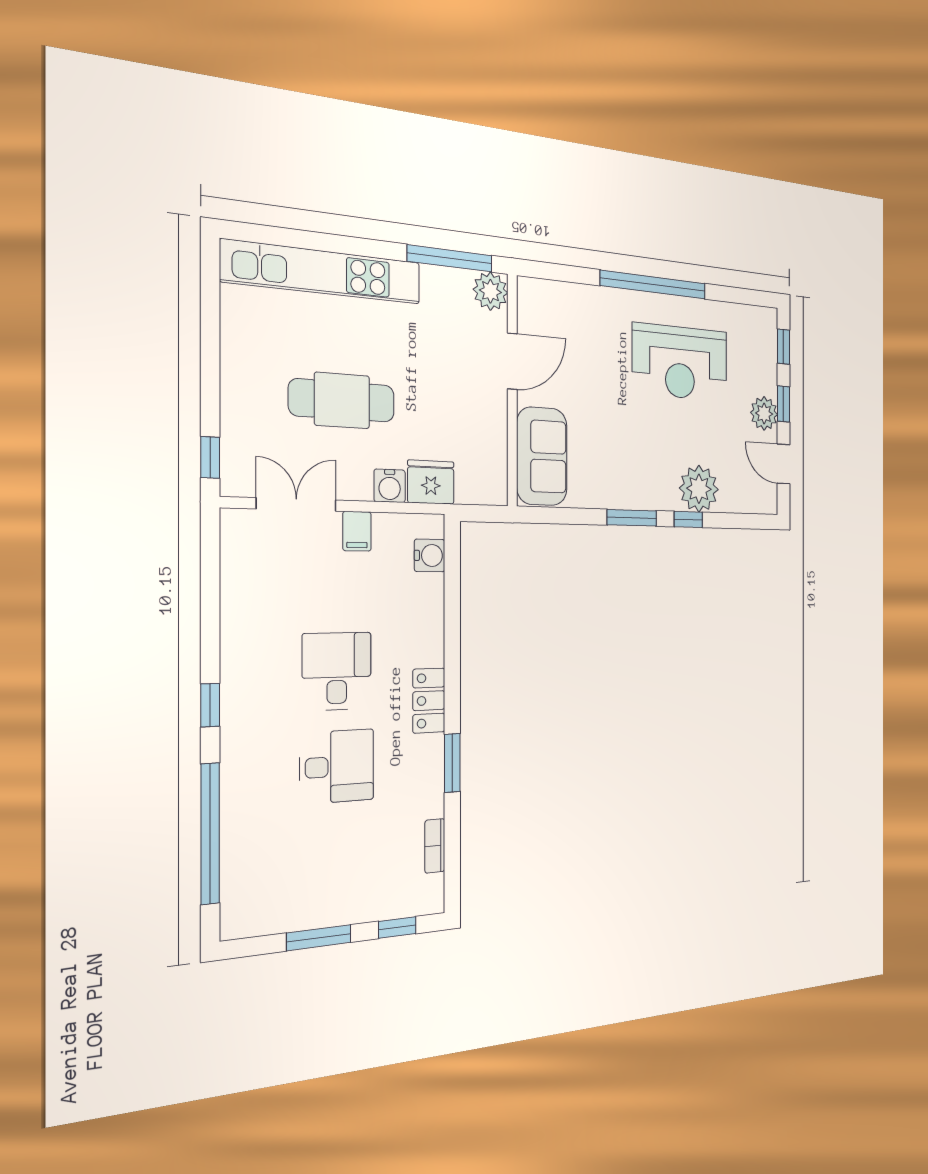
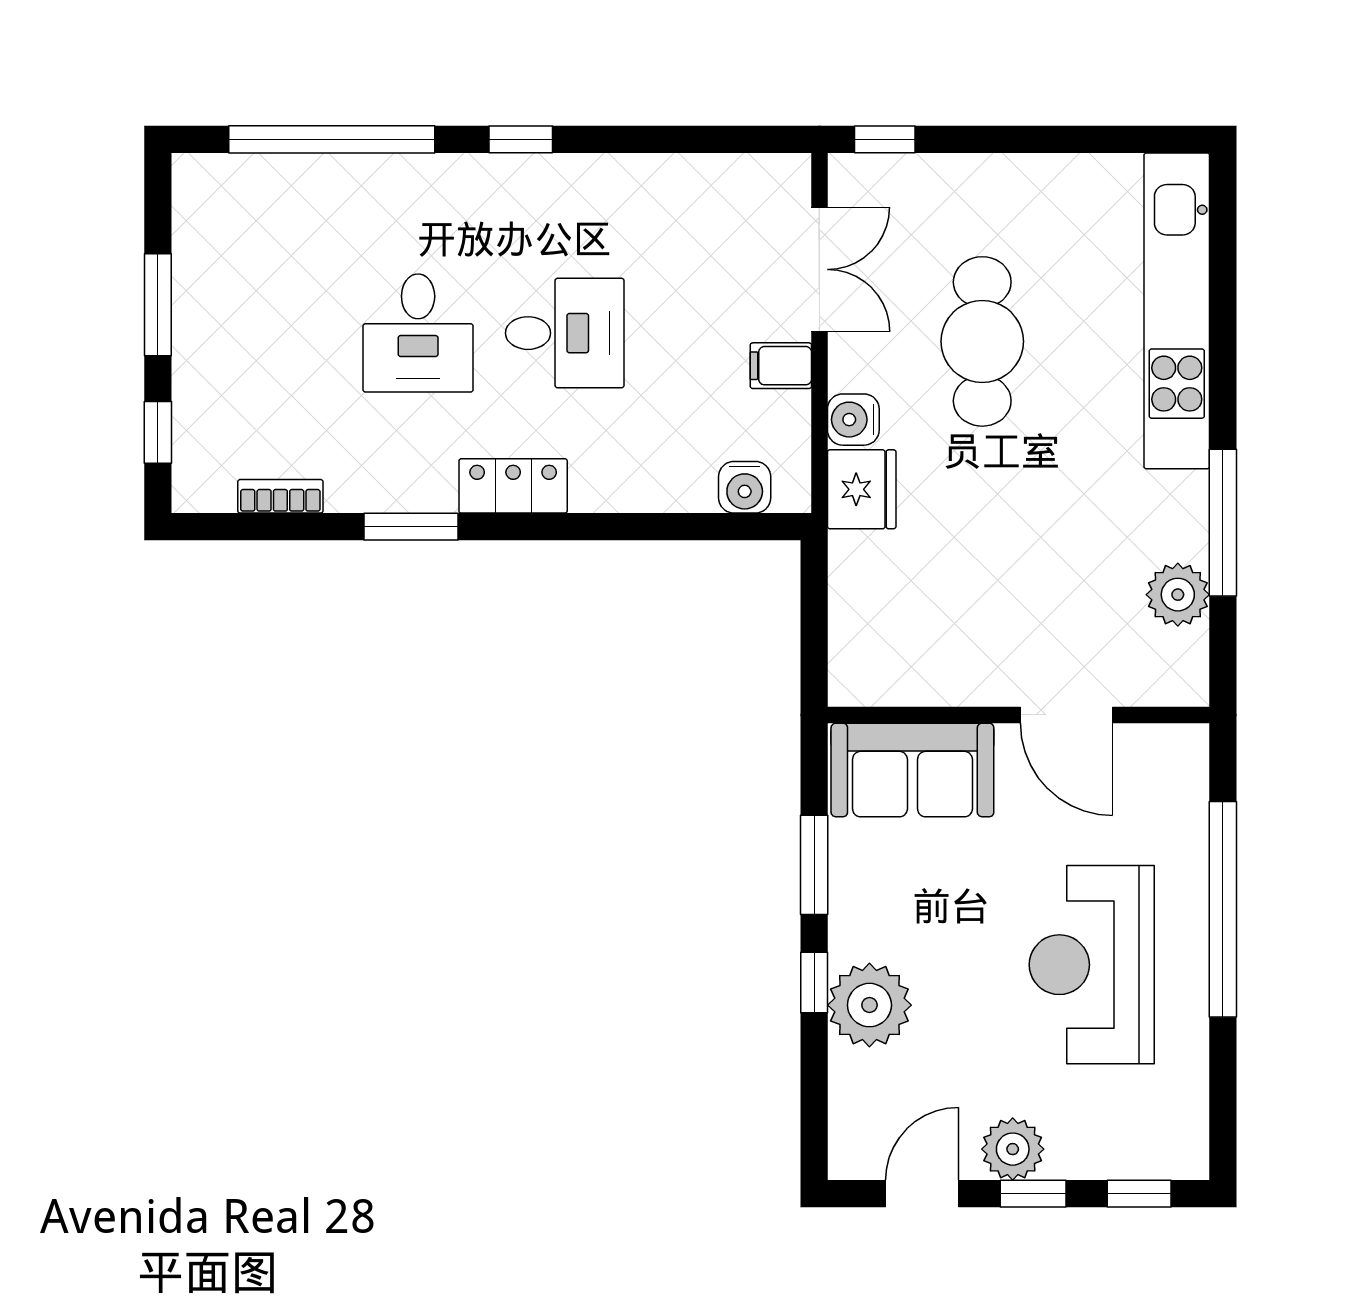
door: (512, 361) -> (1067, 715), moved
wall: (512, 390) -> (1018, 715), moved
sofa: (542, 456) -> (912, 770), moved

